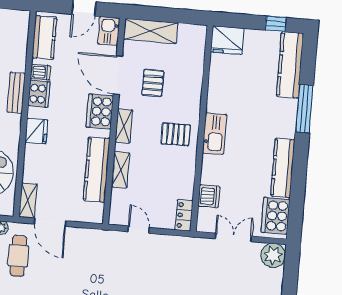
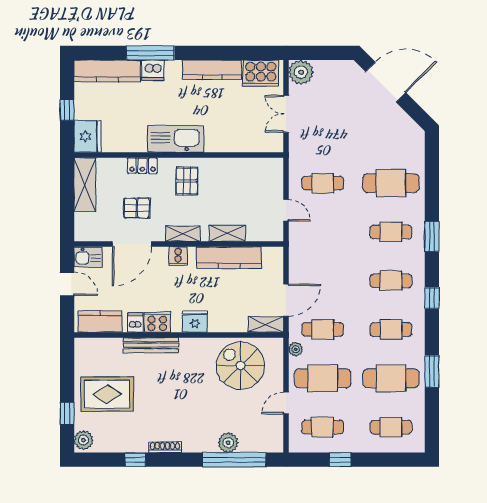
window: (276, 24) -> (67, 110), moved
shelving: (151, 31) -> (85, 185), moved
bench: (16, 93) -> (151, 345), width x1.36
cooker: (100, 111) -> (178, 256), width x0.53, depth x0.76
kitchen sink: (214, 134) -> (176, 139), width x1.36, depth x1.24
dishwasher: (209, 196) -> (153, 70), moved, turned 180
locker: (184, 215) -> (142, 166), moved
door: (139, 230) -> (286, 210), swing flipped
cafe table: (162, 268) -> (323, 183), added

